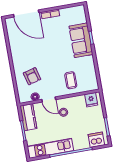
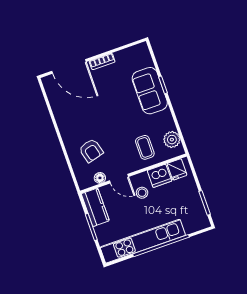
plant: (91, 78) -> (172, 140), added
dishwasher: (96, 140) -> (159, 176), moved, turned 180
kitchen unit: (50, 148) -> (143, 241), width x1.36

